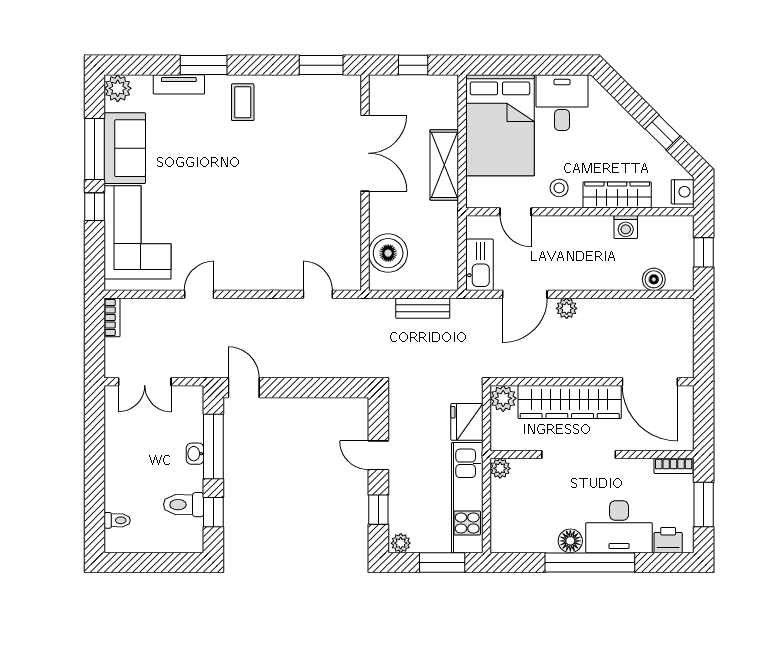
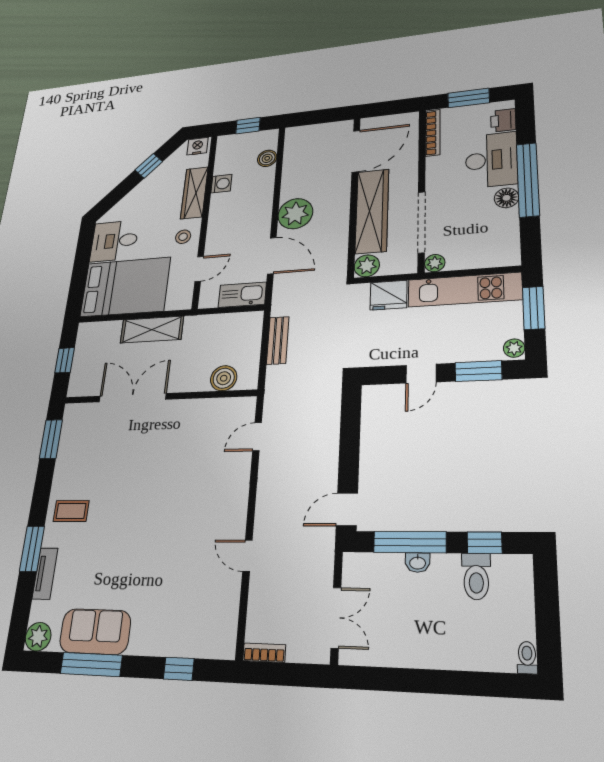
window: (94, 207) -> (179, 669), moved
corner sofa: (138, 232) -> (179, 621), removed
boiler: (388, 253) -> (224, 378), width x0.73, depth x0.73
plant: (567, 308) -> (295, 214), width x1.87, depth x1.87
doorway: (579, 455) -> (421, 222), moved
bookcase: (674, 466) -> (433, 133), width x1.56
window: (378, 510) -> (478, 371), width x1.50
toilet: (117, 520) -> (527, 658), moved

